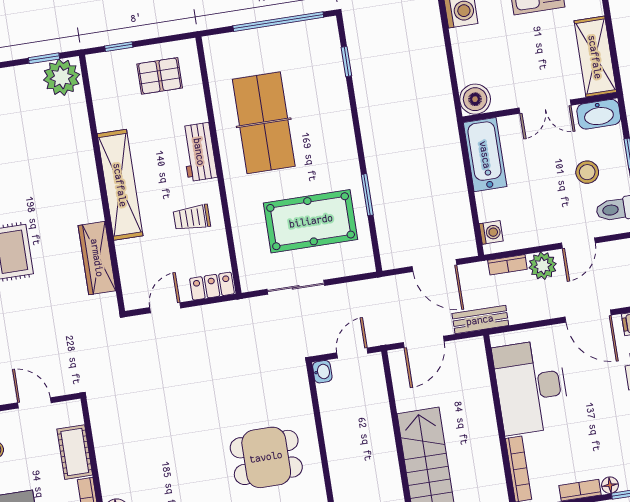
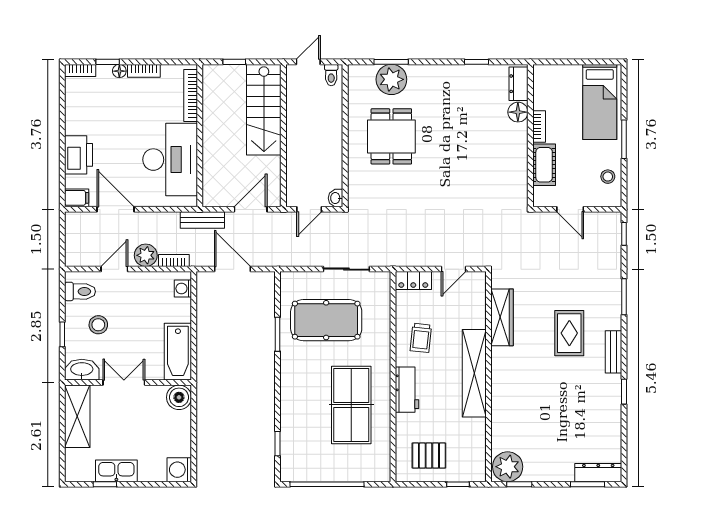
trolley: (192, 218) -> (421, 338), turned 96
dining table: (266, 457) -> (391, 136), turned 90

